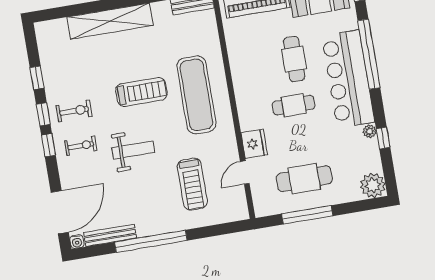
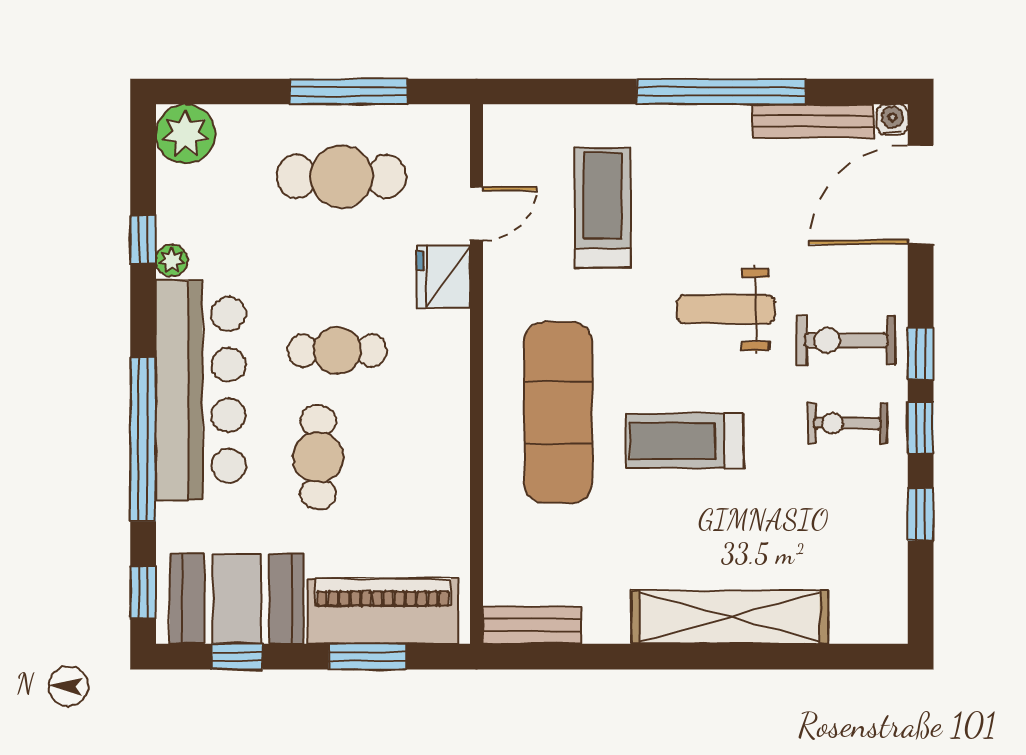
exercise bike: (81, 146) -> (846, 340), width x1.38, depth x1.39

